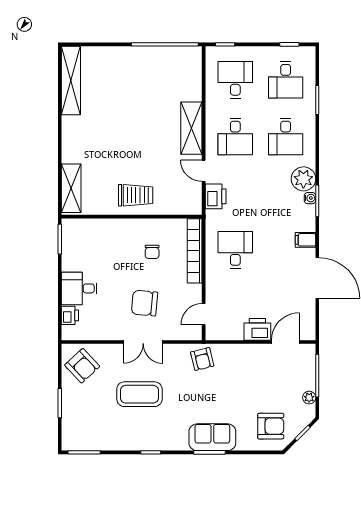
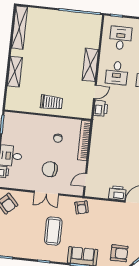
door: (204, 171) -> (95, 92), swing flipped
shelving: (71, 188) -> (15, 72), moved
desk: (235, 250) -> (109, 143), removed
coffee table: (139, 394) -> (53, 231), moved, turned 90

